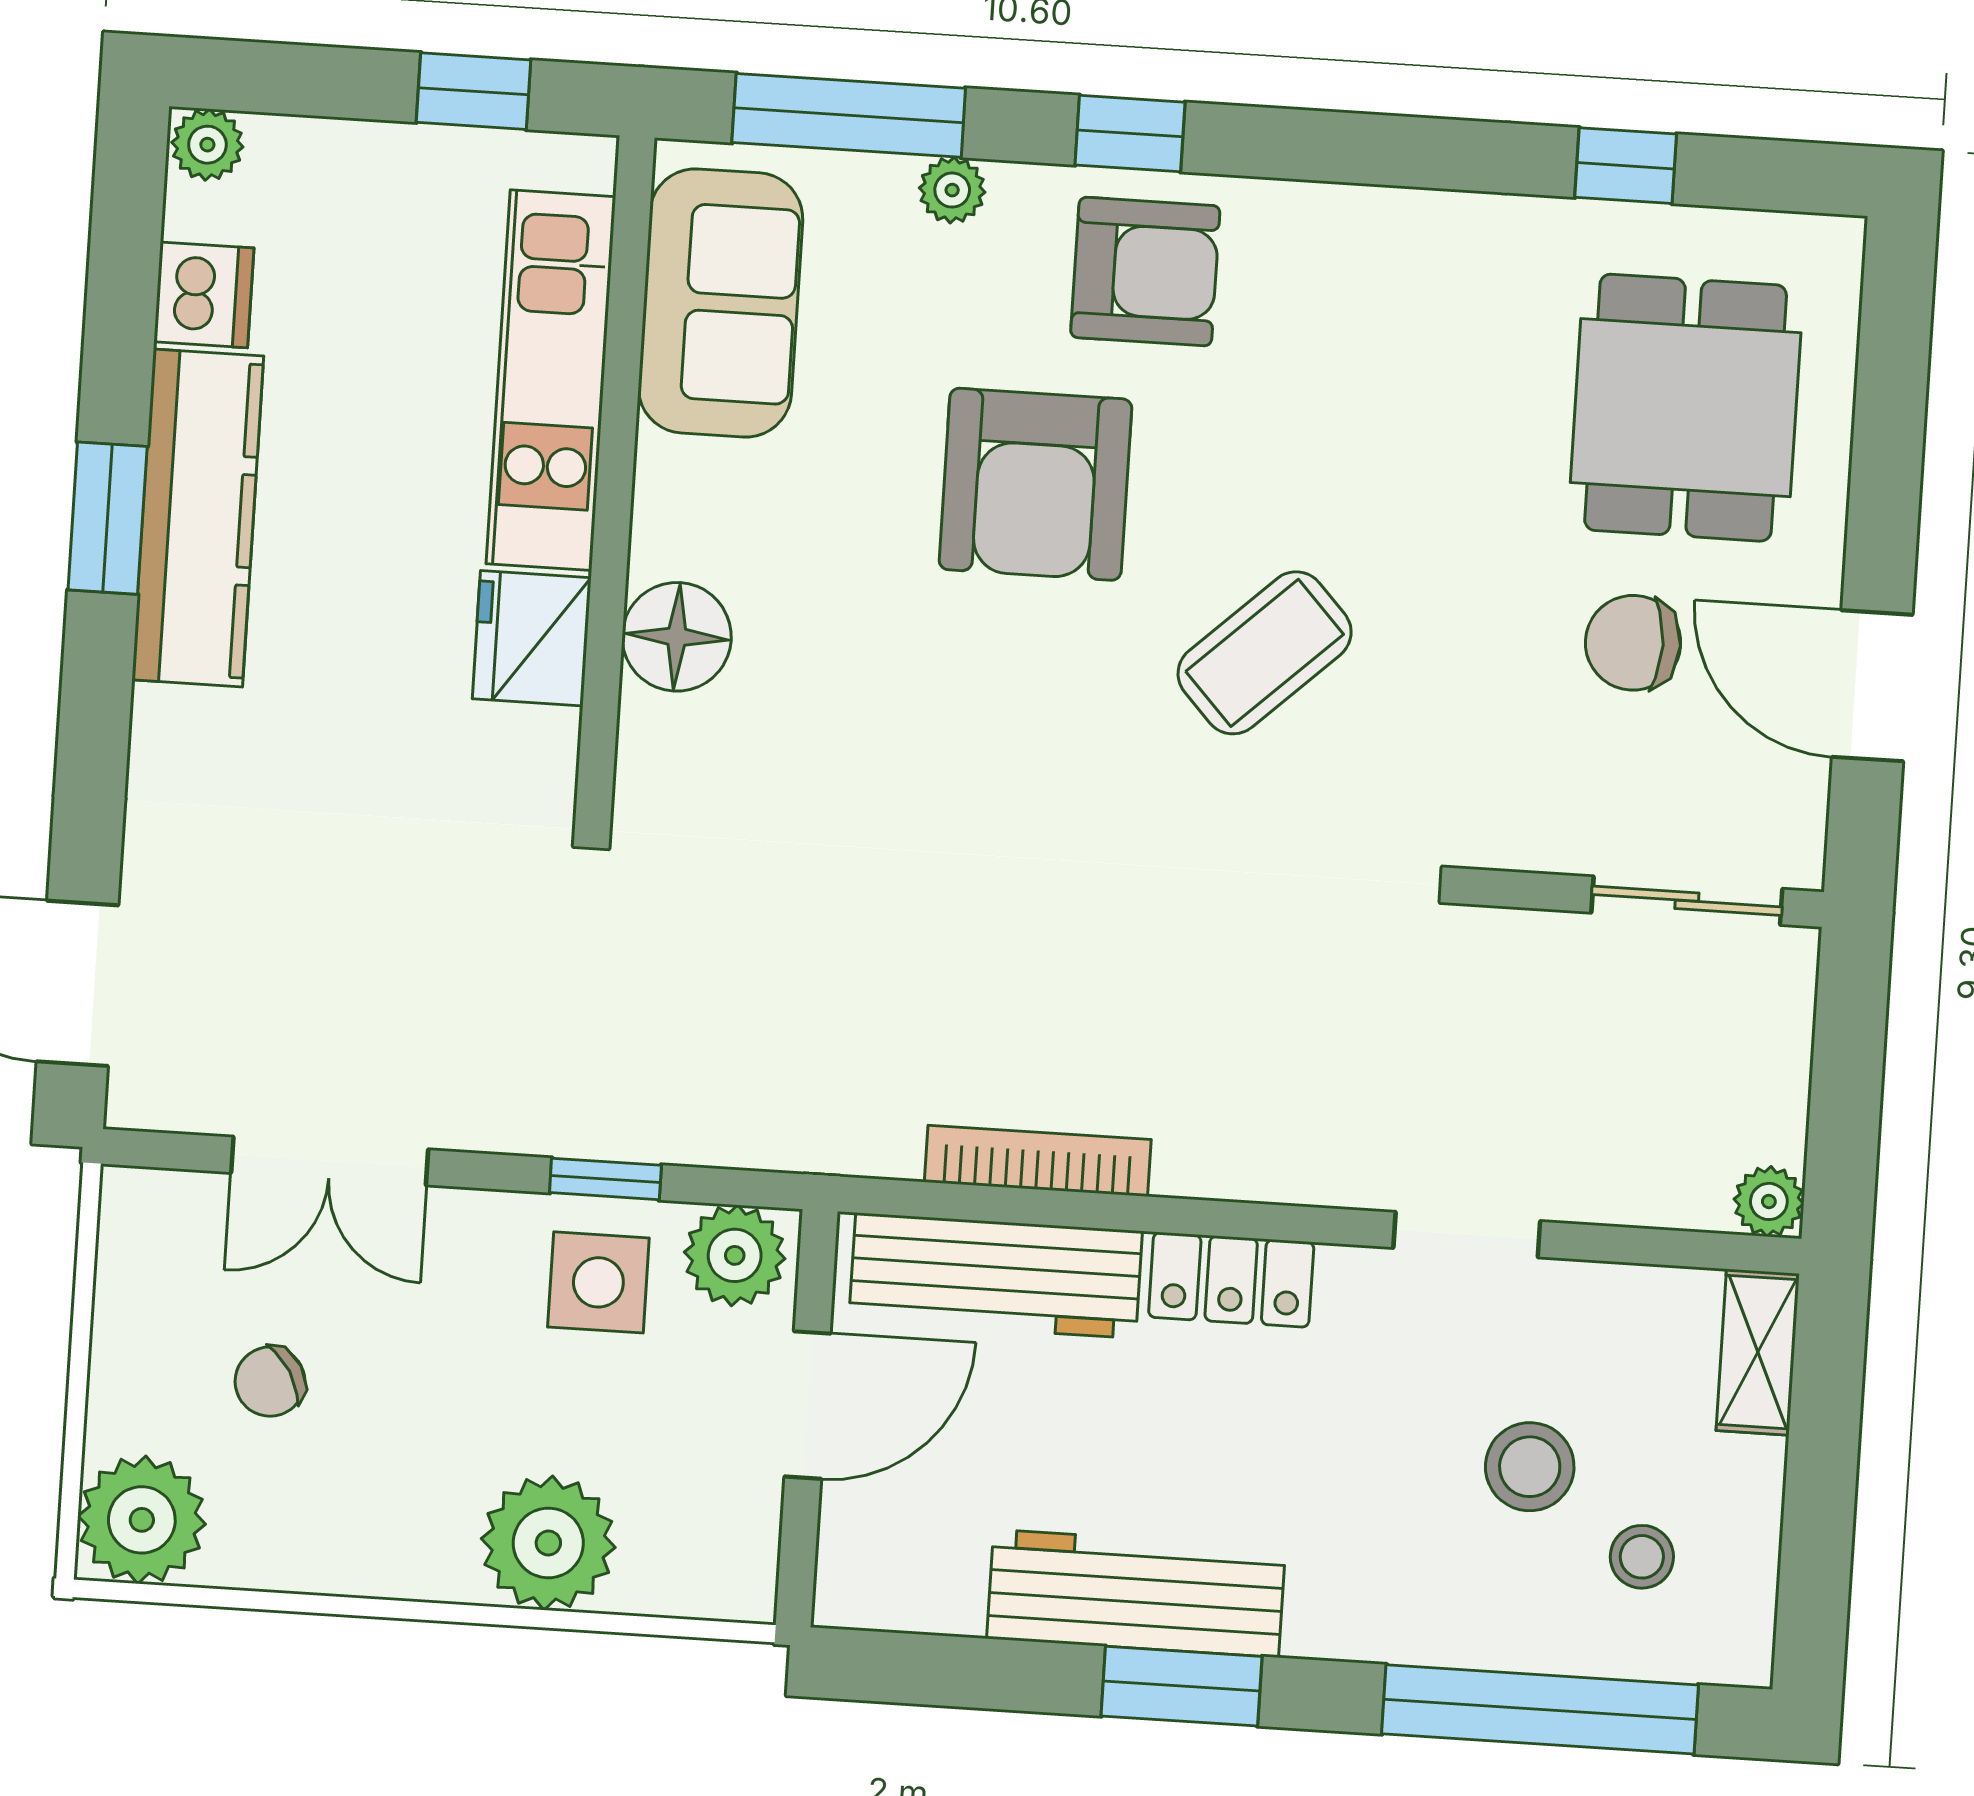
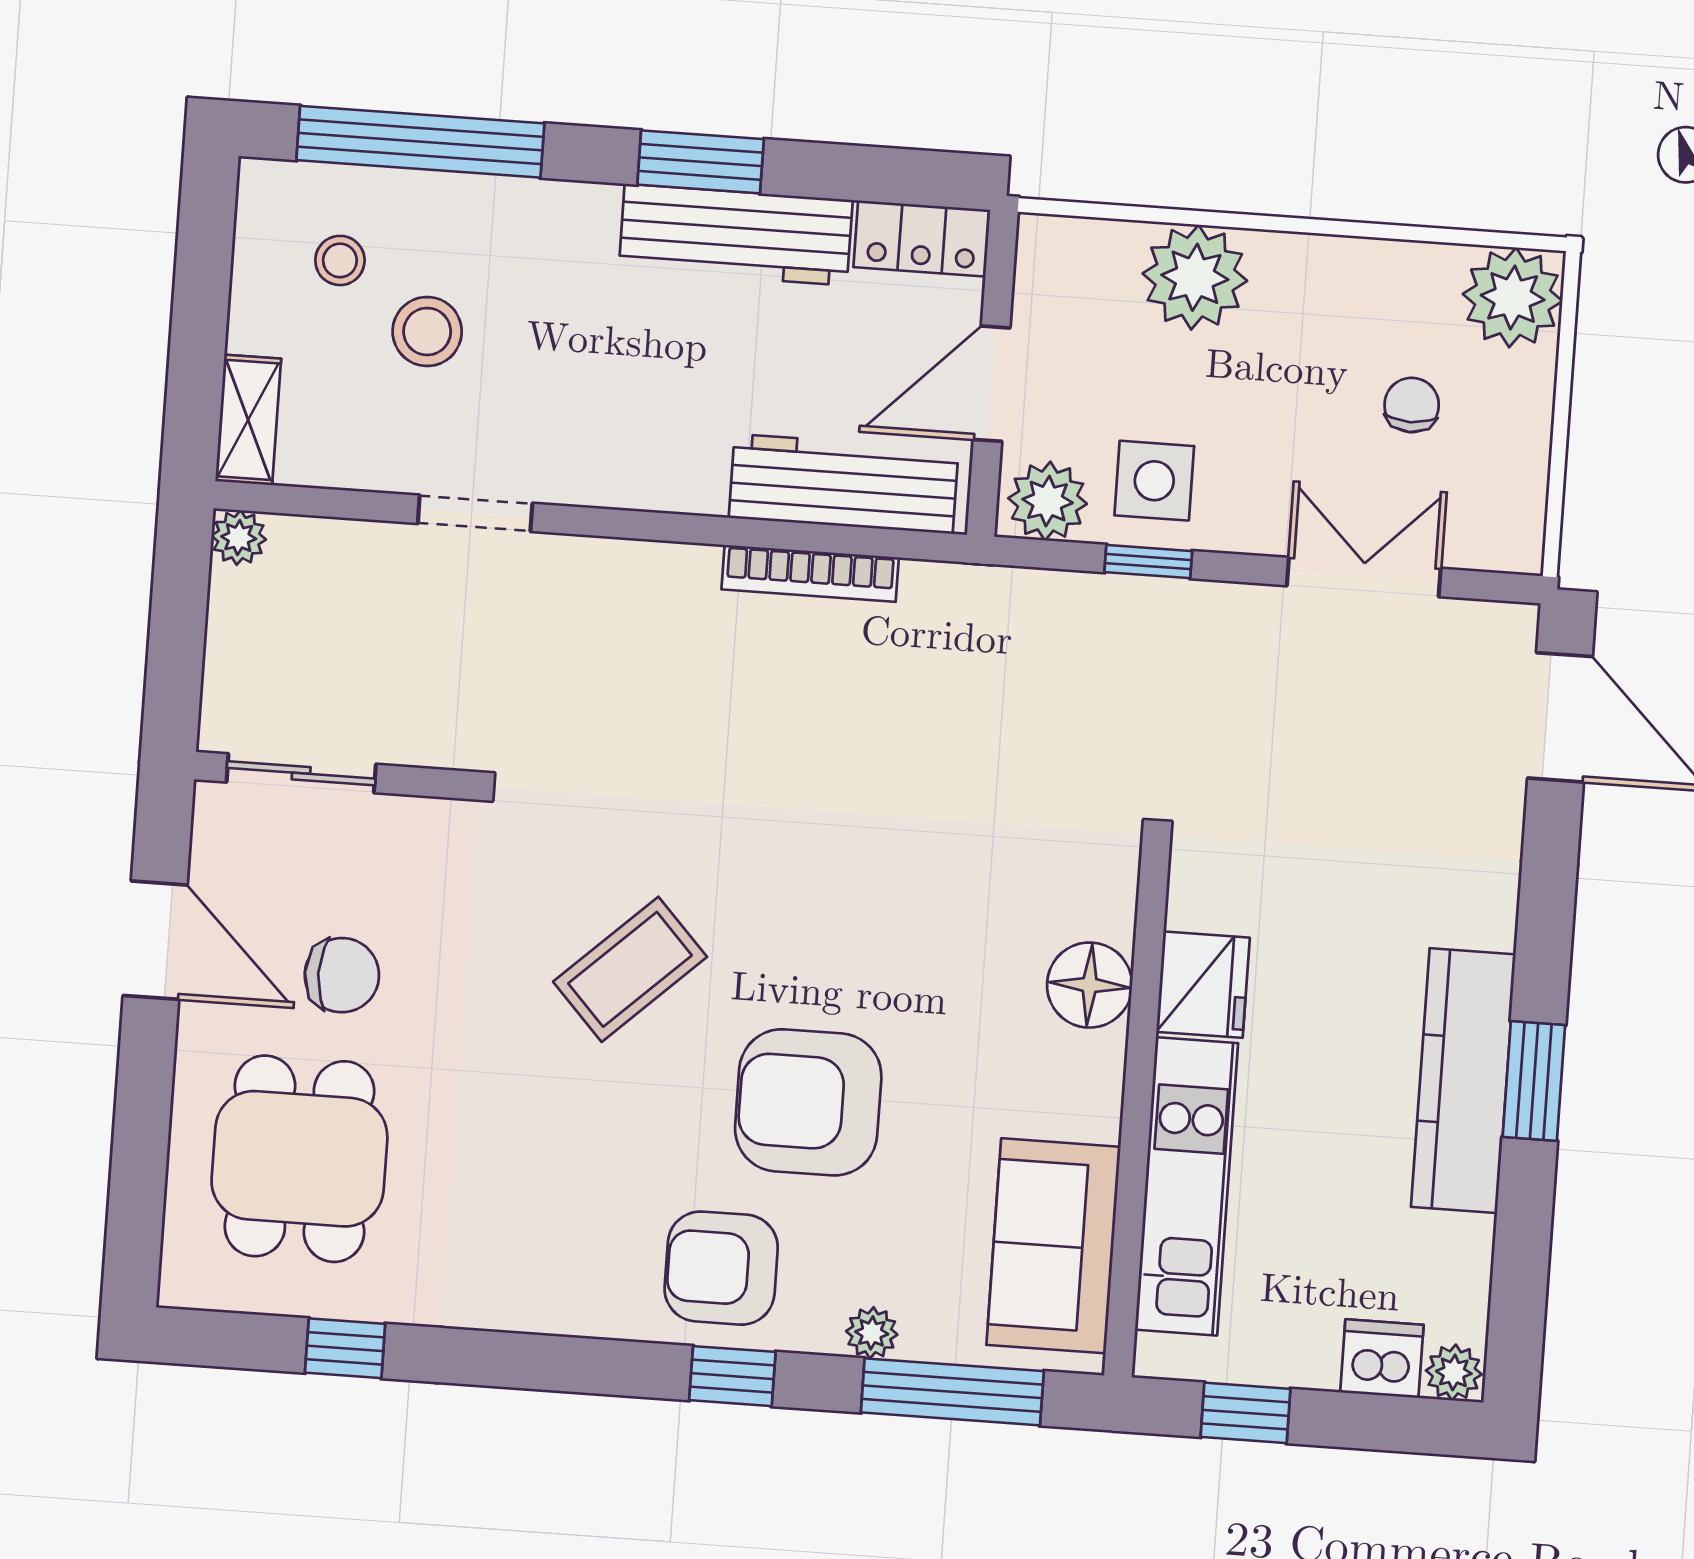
dishwasher: (204, 295) -> (1382, 1359), moved, turned 90
armchair: (1035, 484) -> (808, 1102), turned -90
locker: (1231, 1280) -> (922, 238), moved, turned 180
chair: (270, 1382) -> (1412, 405), turned -59

